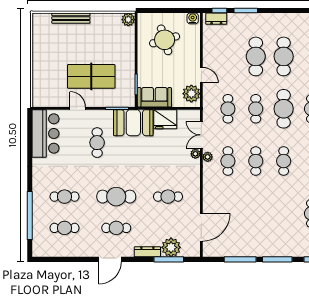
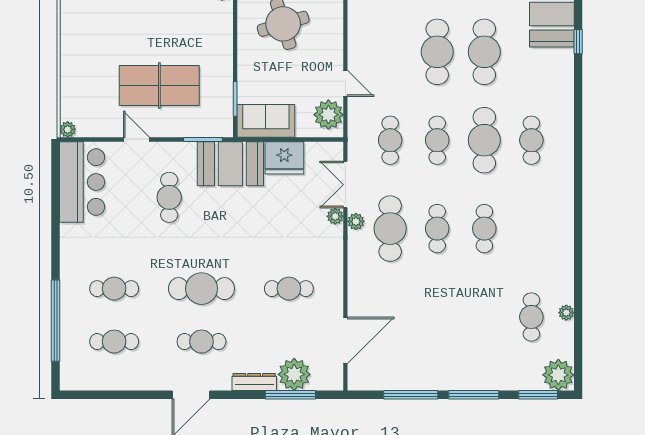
plant: (37, 102) -> (68, 129), added
cafe table: (228, 161) -> (390, 229), width x1.37, depth x1.35

